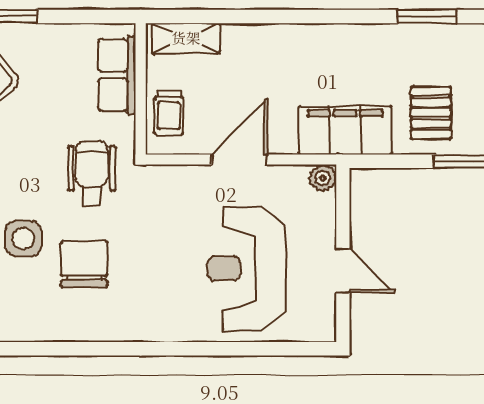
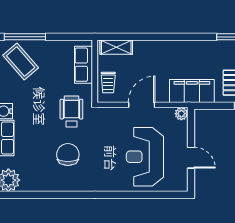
side table: (23, 239) -> (39, 142), removed

